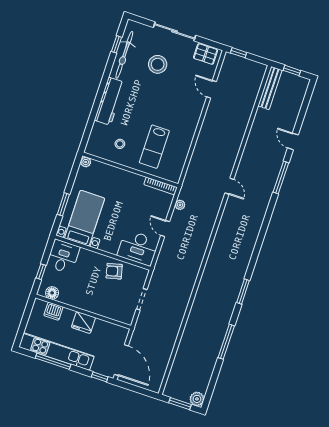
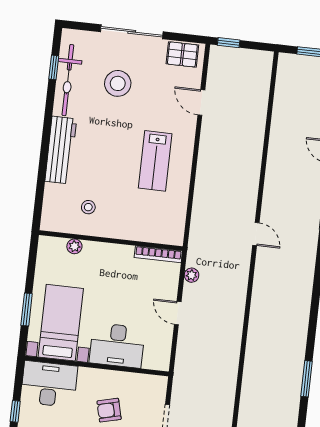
bench: (270, 88) -> (284, 83), removed
lab bench: (154, 147) -> (155, 161), moved
plant: (86, 162) -> (74, 246), moved
desk: (138, 248) -> (117, 345), moved
desk: (63, 256) -> (49, 384), width x1.37
armchair: (114, 271) -> (109, 410), moved

